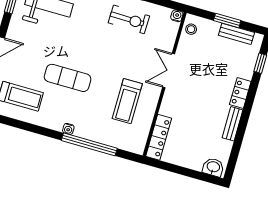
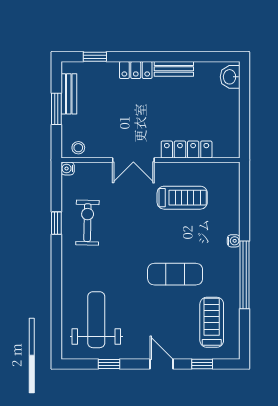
exercise mat: (68, 78) -> (175, 274), turned 90
water cooler: (68, 129) -> (234, 241), moved
locker: (159, 137) -> (187, 150), moved
window: (89, 144) -> (245, 275), moved

